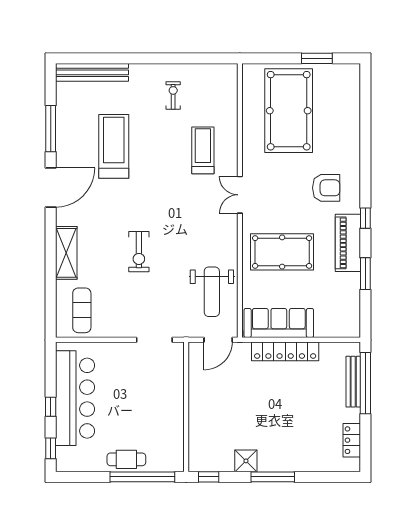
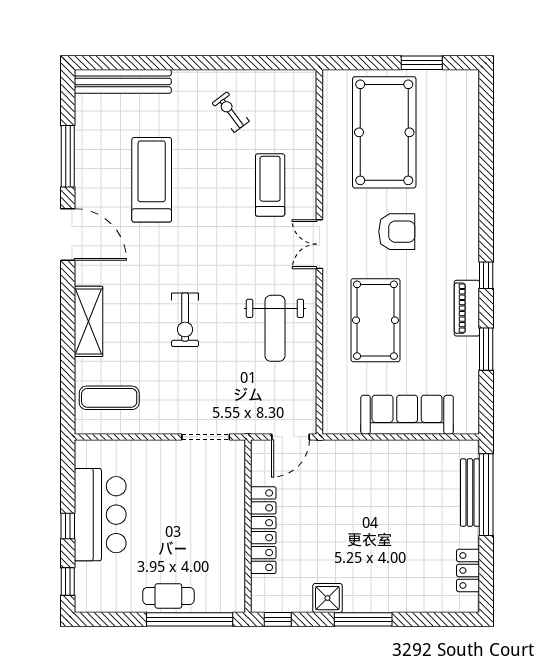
exercise bike: (173, 95) -> (231, 112), turned -37
door: (51, 187) -> (68, 234), hinge flipped
armchair: (326, 188) -> (397, 232), moved
piano: (348, 243) -> (467, 308), width x0.73, depth x0.75
pool table: (282, 252) -> (375, 320), turned 90
weight bench: (212, 292) -> (275, 328), moved
exercise mat: (82, 310) -> (109, 398), turned 90
sofa: (279, 323) -> (407, 415), moved
locker: (285, 351) -> (263, 530), moved, turned -90
bar counter: (75, 398) -> (100, 515), width x0.73

